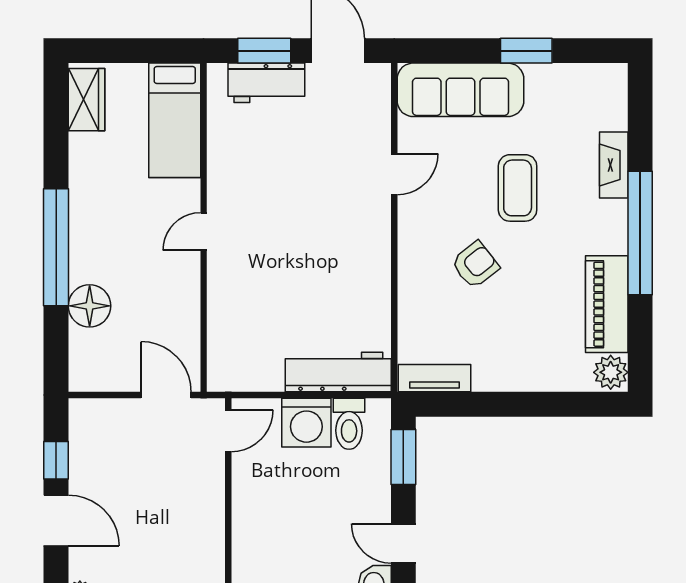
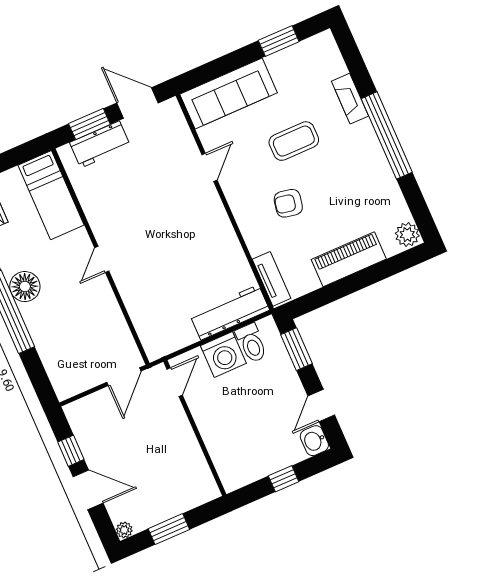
window: (526, 51) -> (279, 41), moved
coffee table: (518, 188) -> (294, 141), turned 90
armchair: (475, 265) -> (288, 203), turned -131
piano: (607, 304) -> (349, 259), moved, turned 90
floor lamp: (90, 306) -> (25, 287), moved
tv unit: (434, 378) -> (272, 279), moved, turned 90
door: (166, 395) -> (124, 377), swing flipped
door: (403, 543) -> (321, 406), hinge flipped

